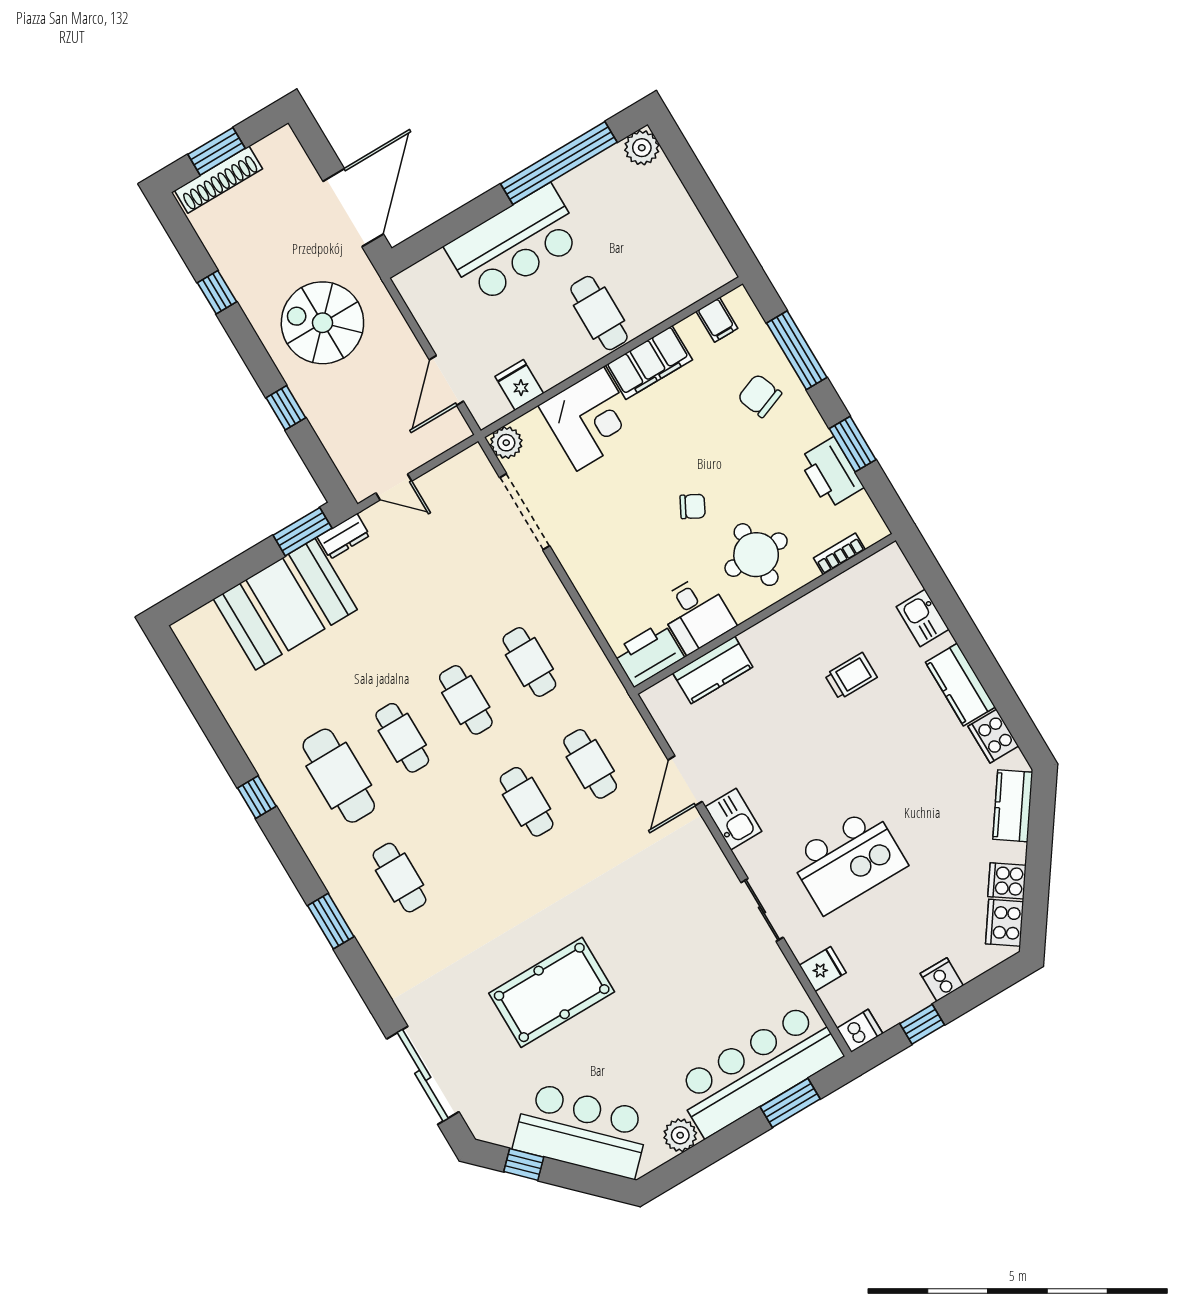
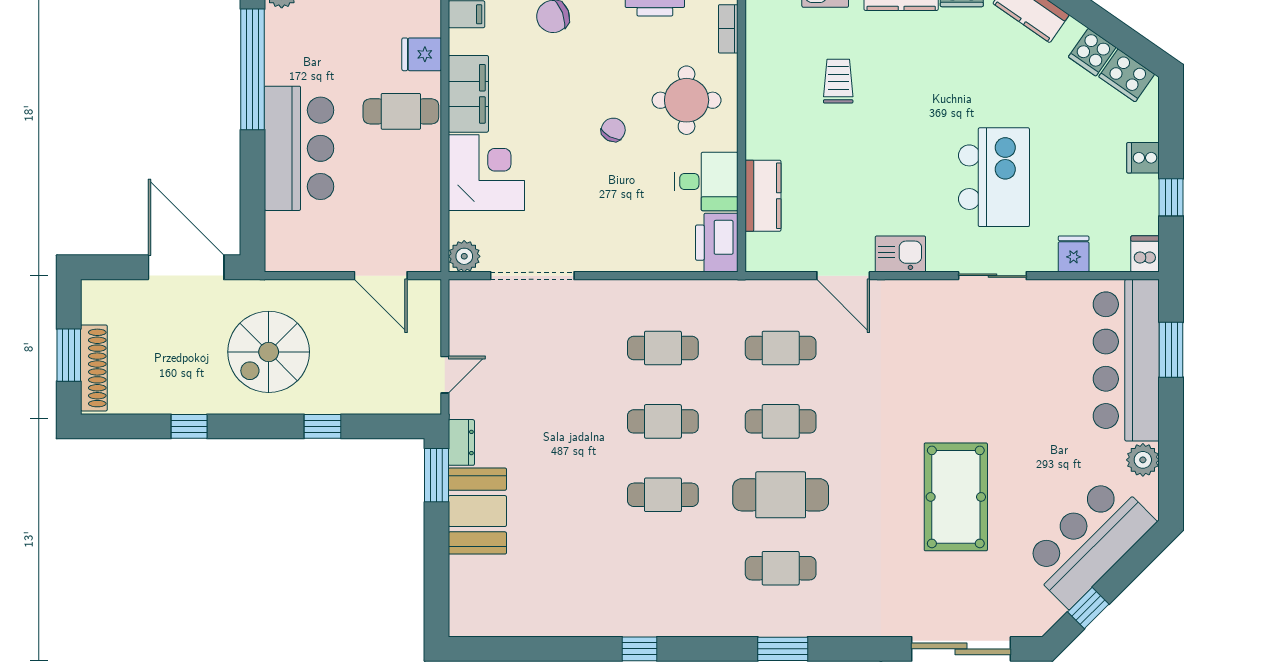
fridge: (519, 385) -> (422, 54), moved
booth: (285, 604) -> (477, 511), width x0.73, depth x0.70
cafe table: (339, 776) -> (781, 495), moved

